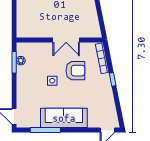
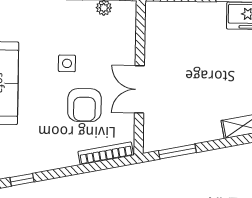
window: (101, 18) -> (177, 152), added
window: (113, 79) -> (22, 180), moved

